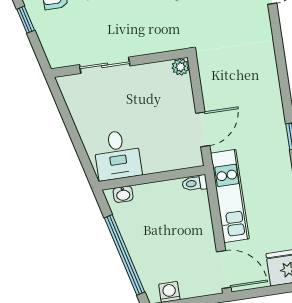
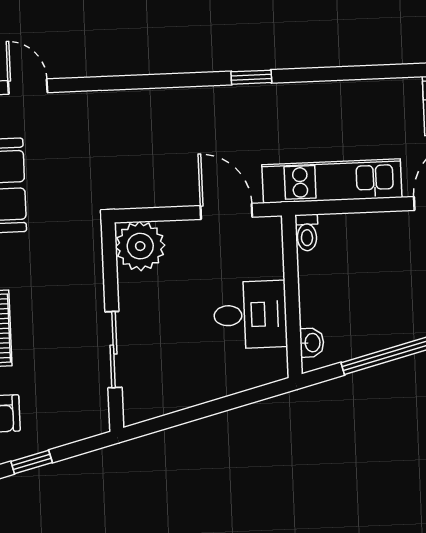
plant: (180, 67) -> (140, 246), width x1.87, depth x1.87
desk: (117, 155) -> (250, 315), moved

